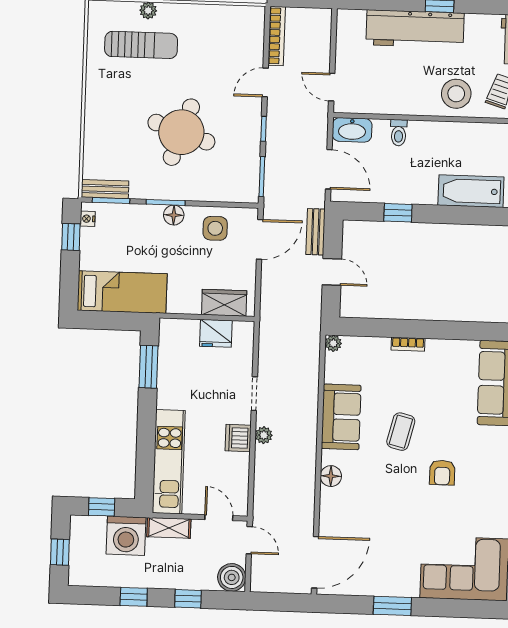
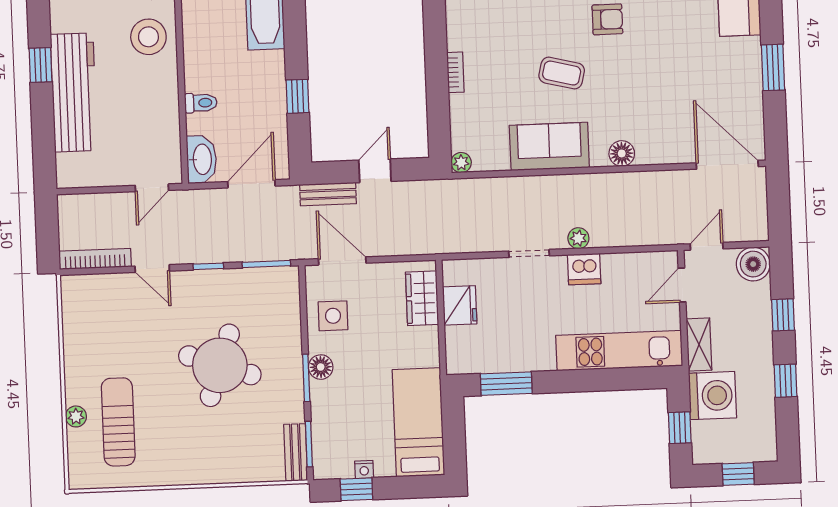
nightstand: (88, 219) -> (364, 469), moved

